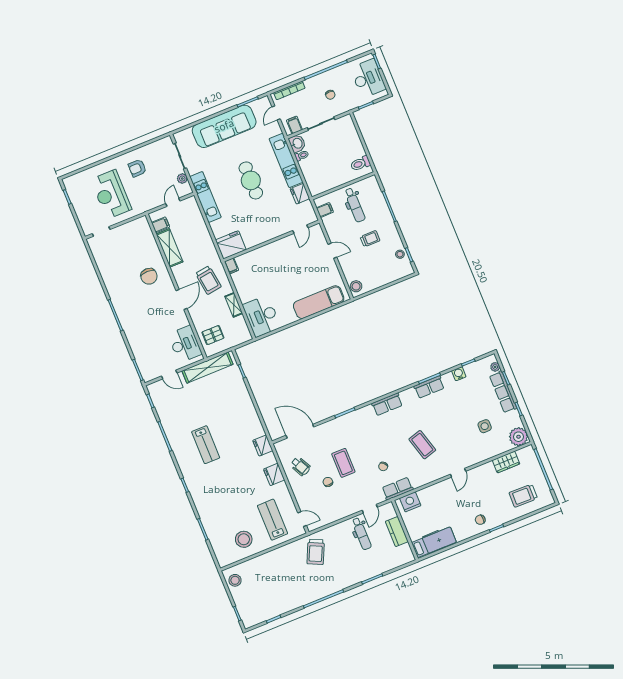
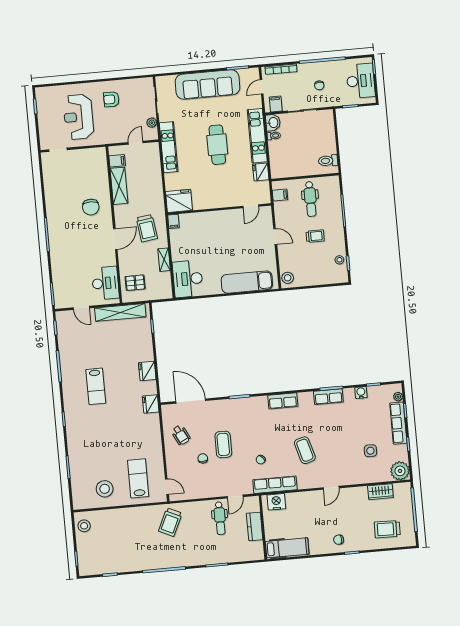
fridge: (274, 474) -> (147, 371), moved
row of seats: (397, 489) -> (275, 485), width x1.48

